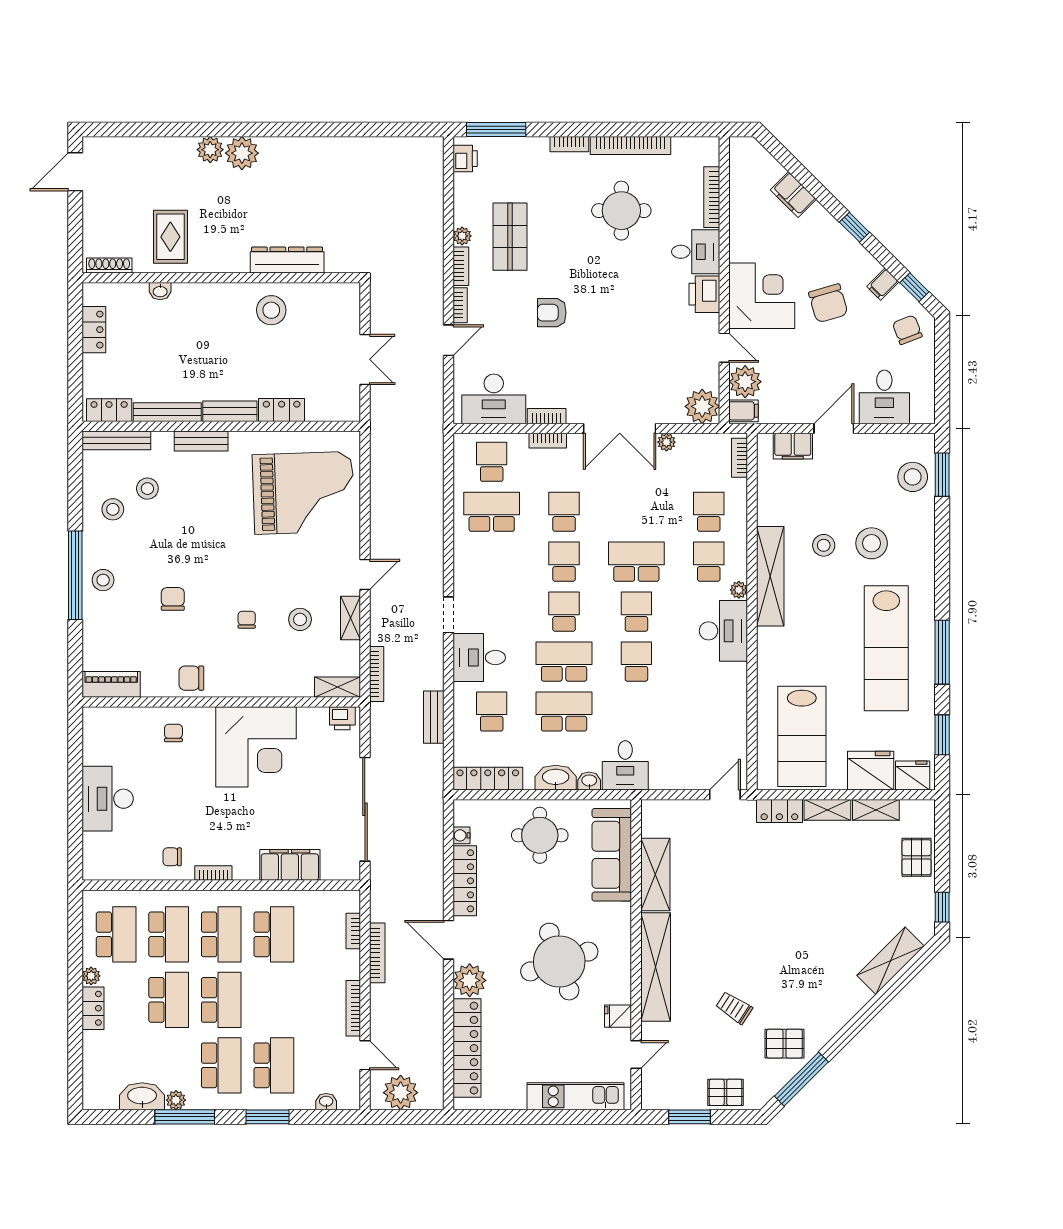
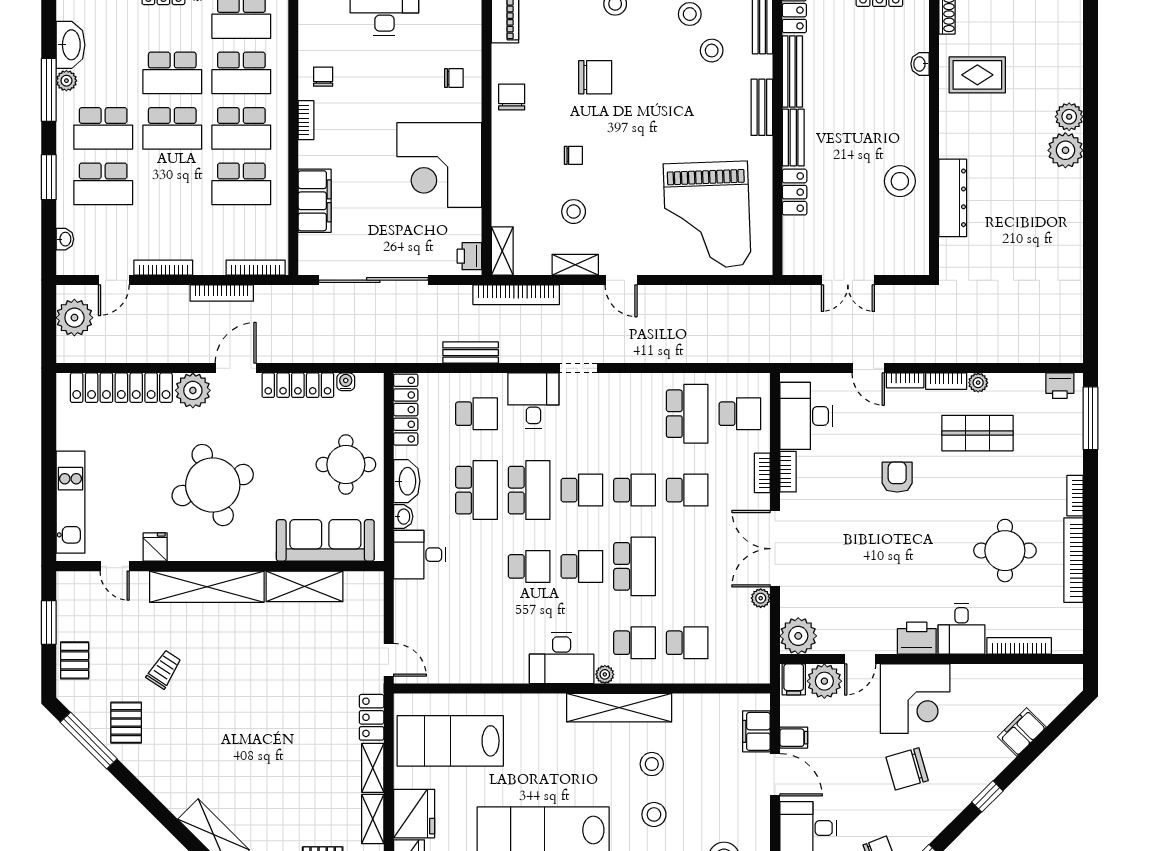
filing cabinet: (883, 284) -> (794, 738), moved, turned 135
bookcase: (740, 458) -> (744, 675), removed
stool: (872, 543) -> (654, 814), width x0.73, depth x0.73
chair: (173, 599) -> (595, 77), width x1.37, depth x1.37
bookcase: (377, 674) -> (516, 295), width x1.48, depth x1.31
bookcase: (353, 931) -> (256, 268), width x1.56

